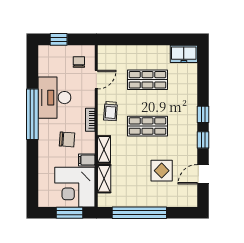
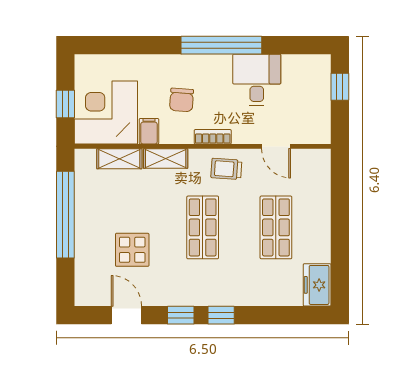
chair: (79, 62) -> (304, 119), removed
desk: (54, 98) -> (257, 80), width x0.73
window: (70, 213) -> (65, 104), width x0.67

